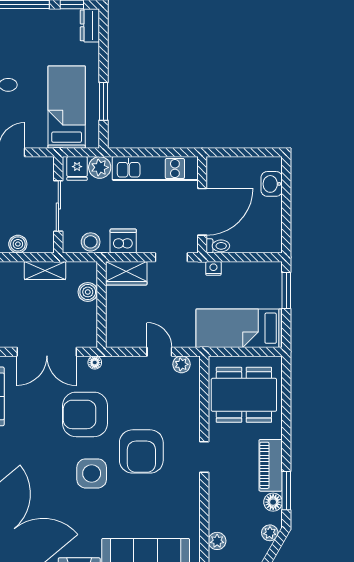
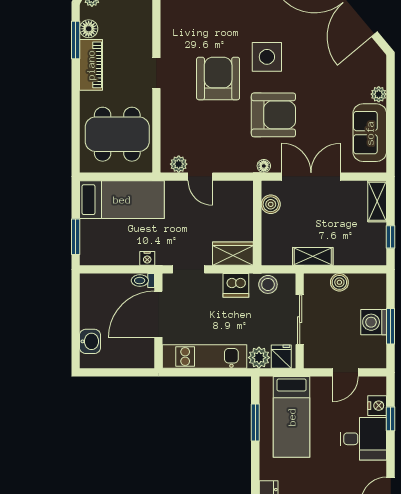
boiler: (88, 292) -> (271, 204), moved

